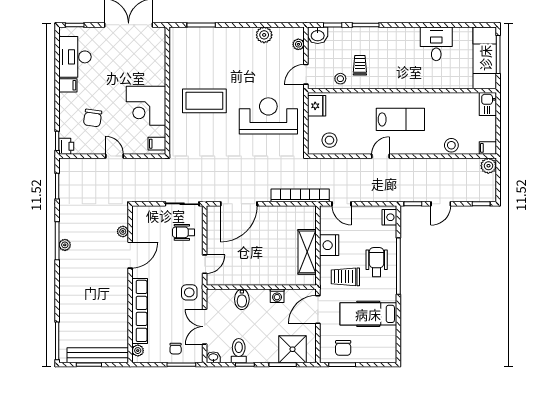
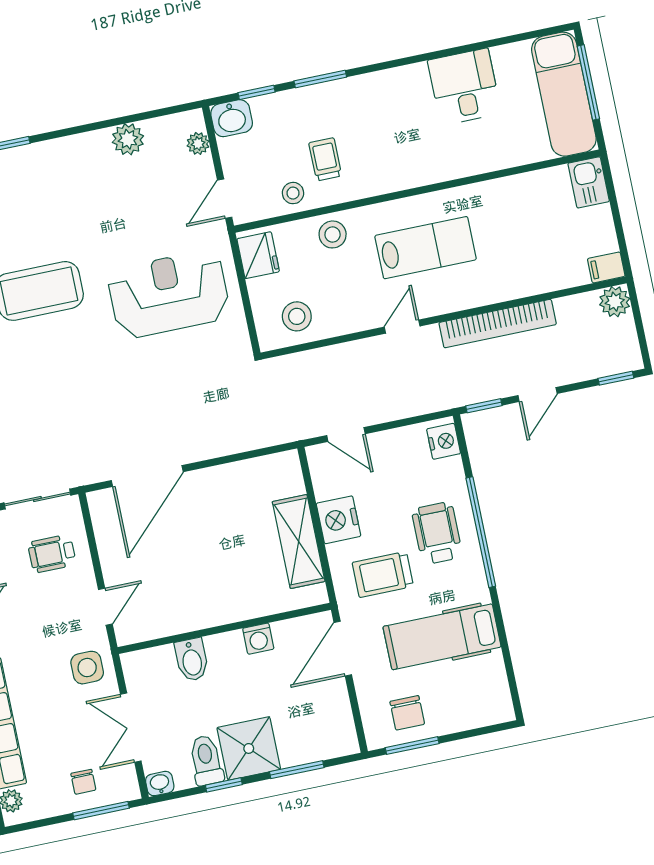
stool: (451, 145) -> (333, 234), moved
bookcase: (300, 195) -> (498, 324), moved, turned 180
shower: (293, 349) -> (249, 748), moved

